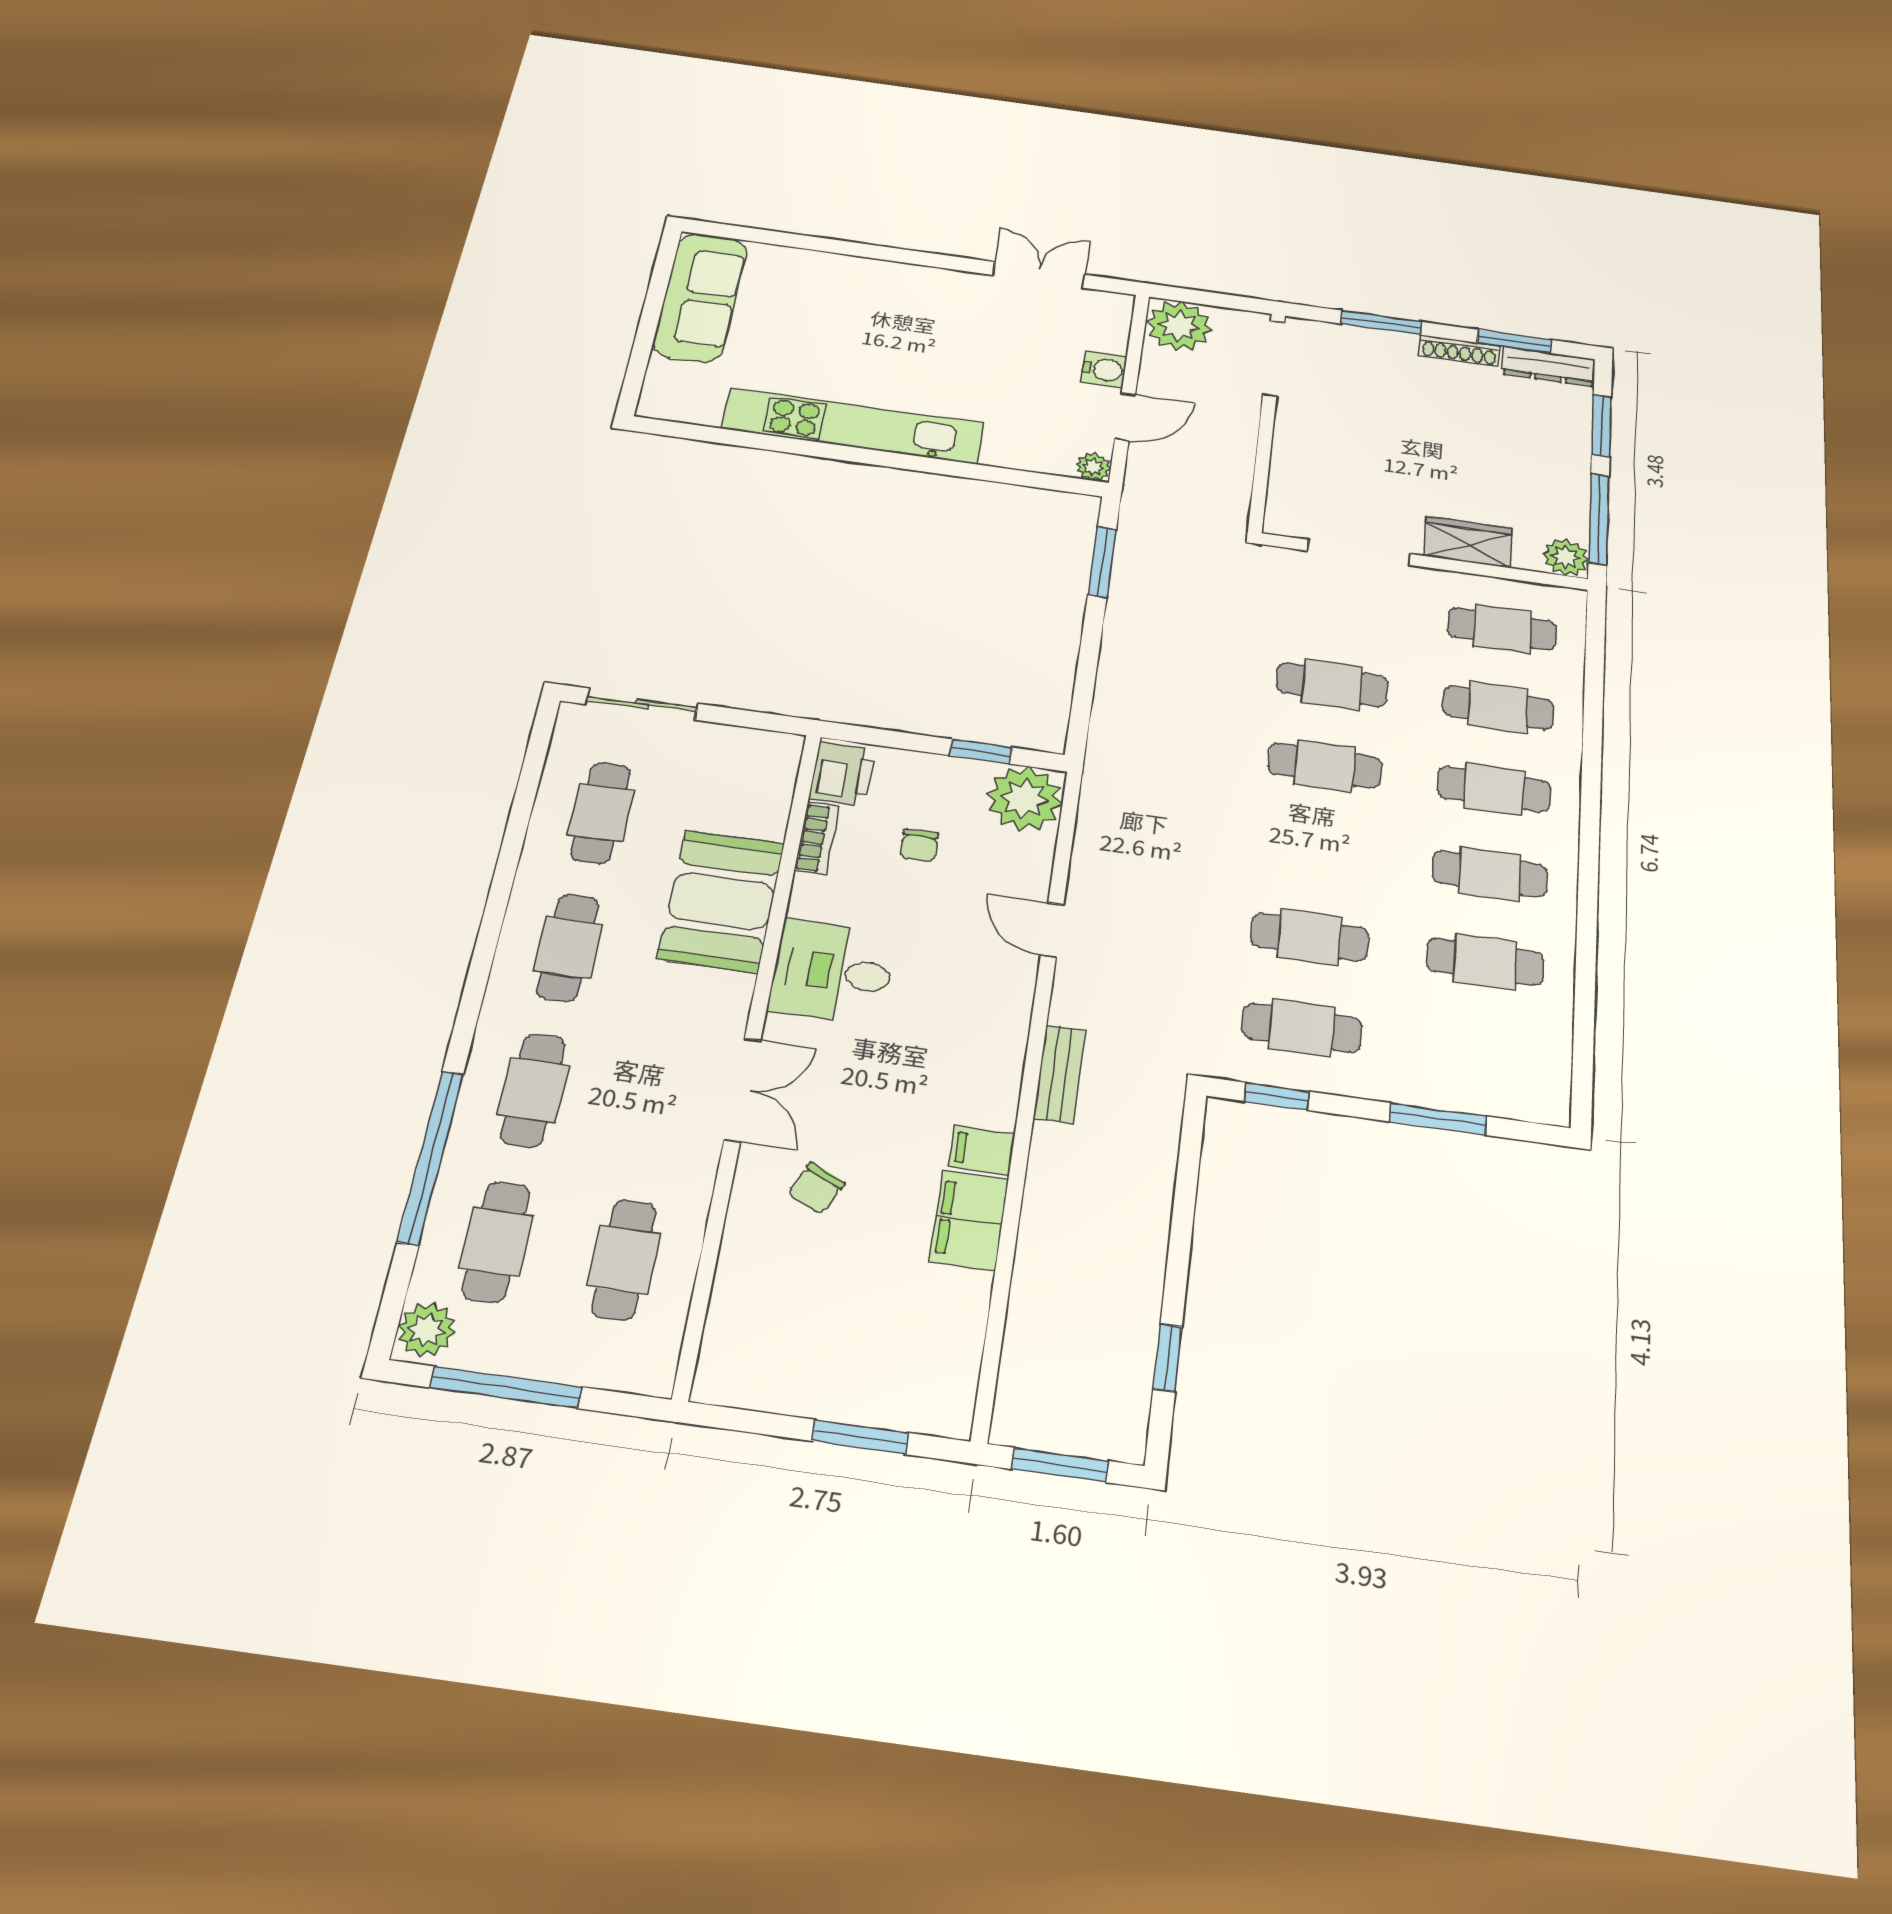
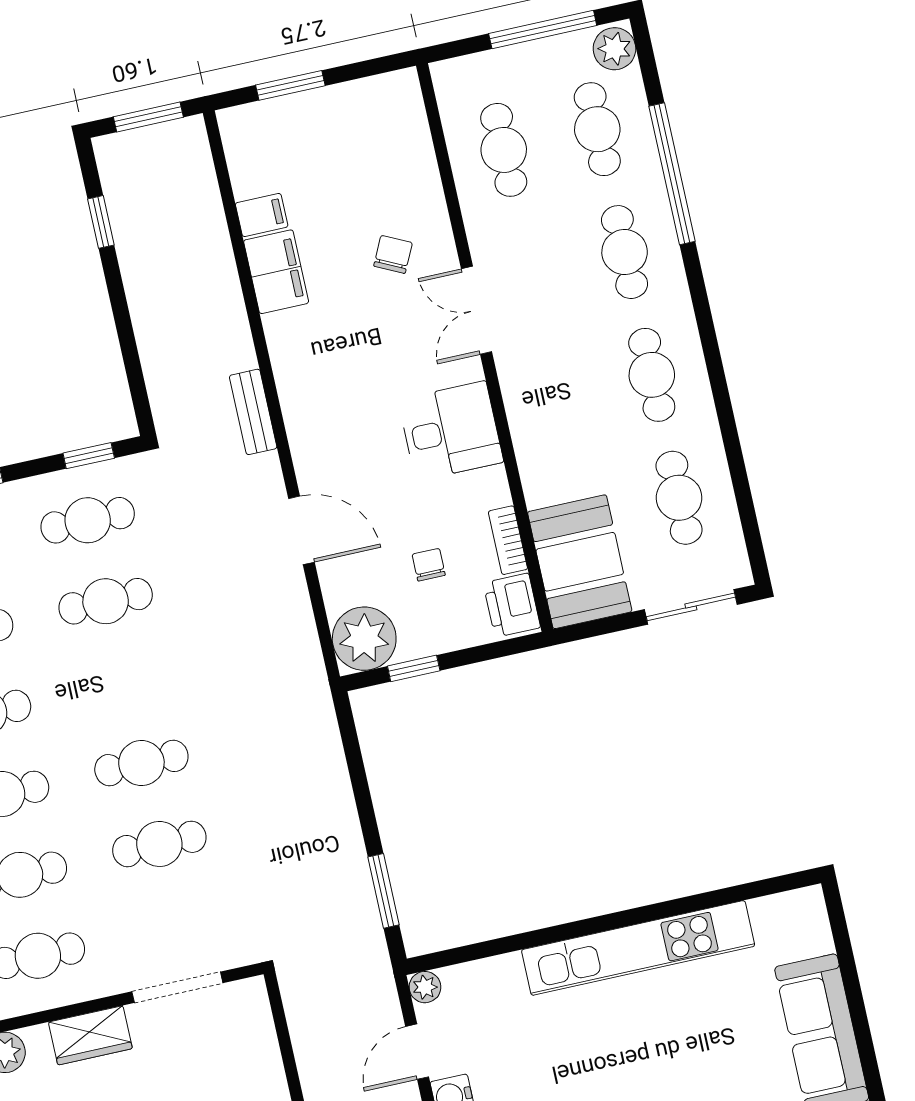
booth: (721, 901) -> (580, 562), moved
door: (1052, 930) -> (301, 530), width x1.38
filing cabinet: (982, 1150) -> (262, 215), moved

